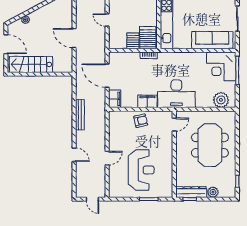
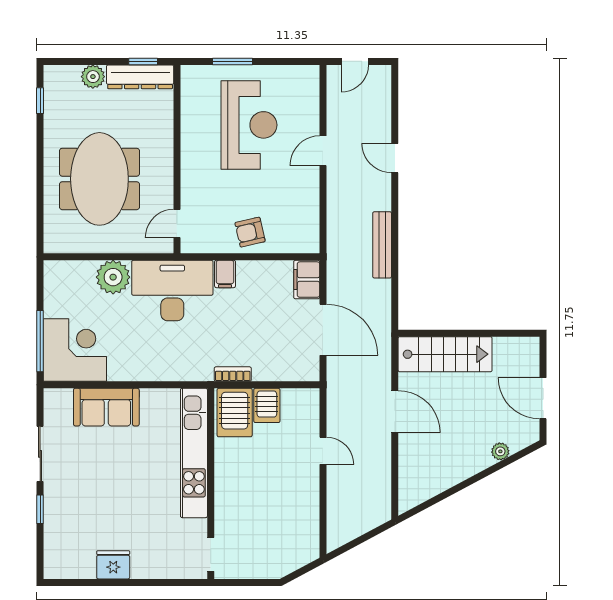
sofa: (212, 40) -> (106, 407), width x0.73
stairs: (31, 64) -> (445, 354), moved
plant: (221, 100) -> (113, 277), moved
filing cabinet: (147, 101) -> (225, 274), width x0.50
reception desk: (141, 170) -> (249, 125), turned 180
door: (92, 199) -> (355, 61), swing flipped

